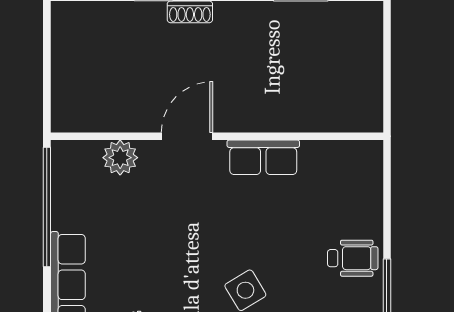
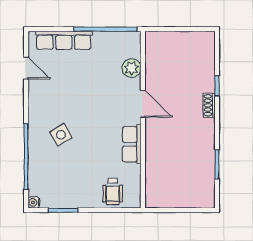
wheelchair: (353, 258) -> (113, 191), moved

